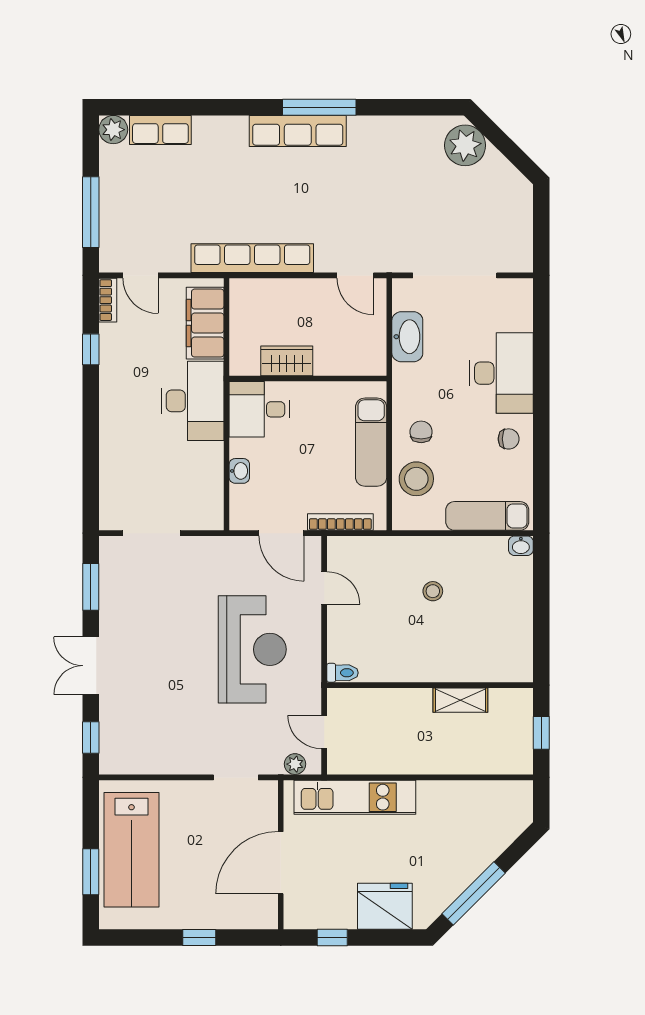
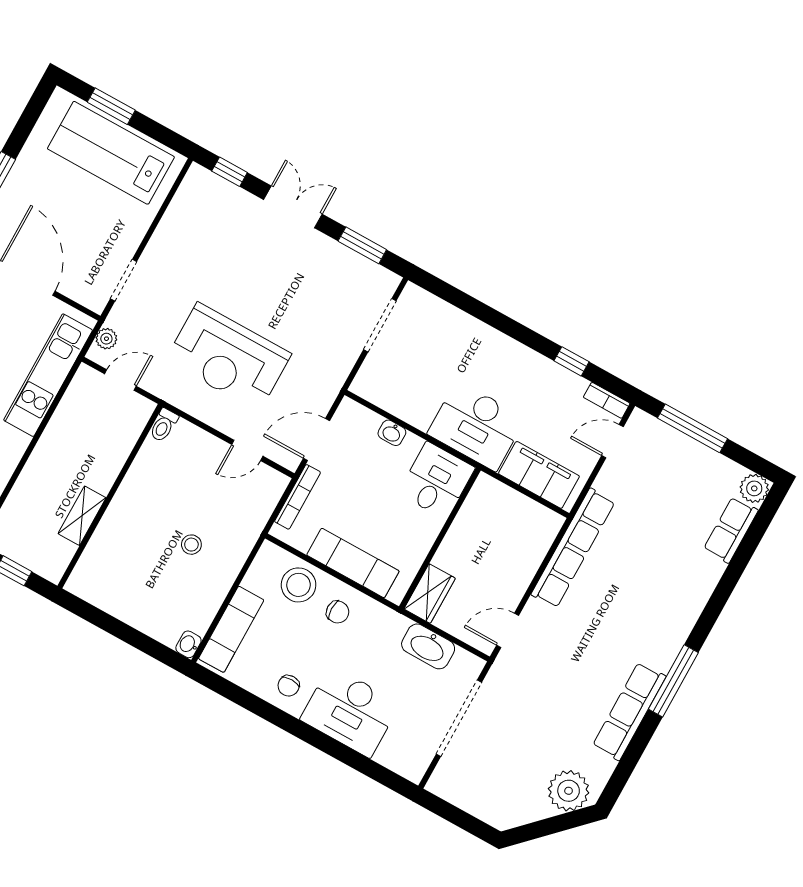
row of seats: (298, 131) -> (629, 711), moved
wardrobe: (287, 361) -> (430, 594), moved

